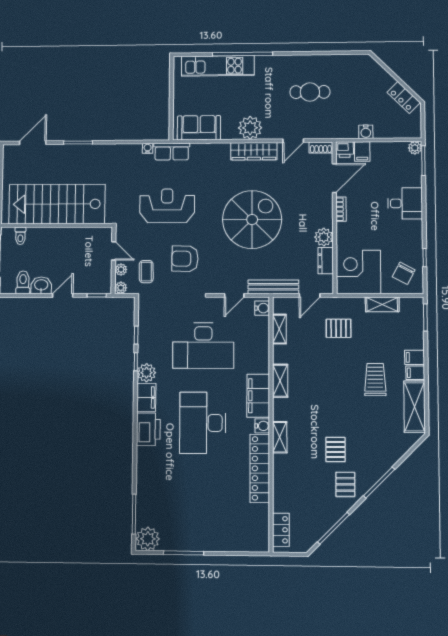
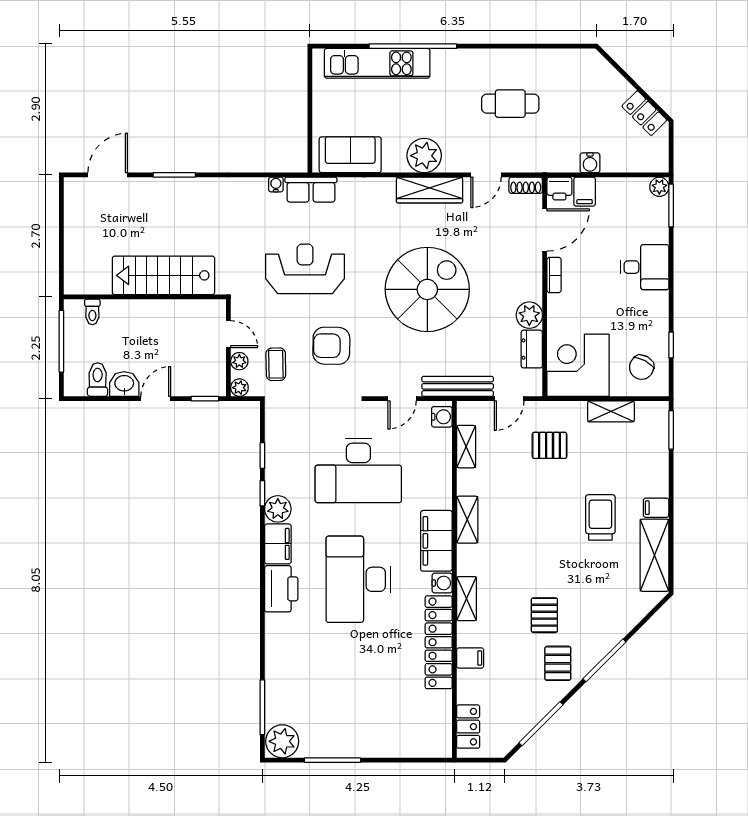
stairs: (57, 204) -> (163, 275), width x0.73, depth x0.66
filing cabinet: (415, 357) -> (470, 658), moved, turned 180

